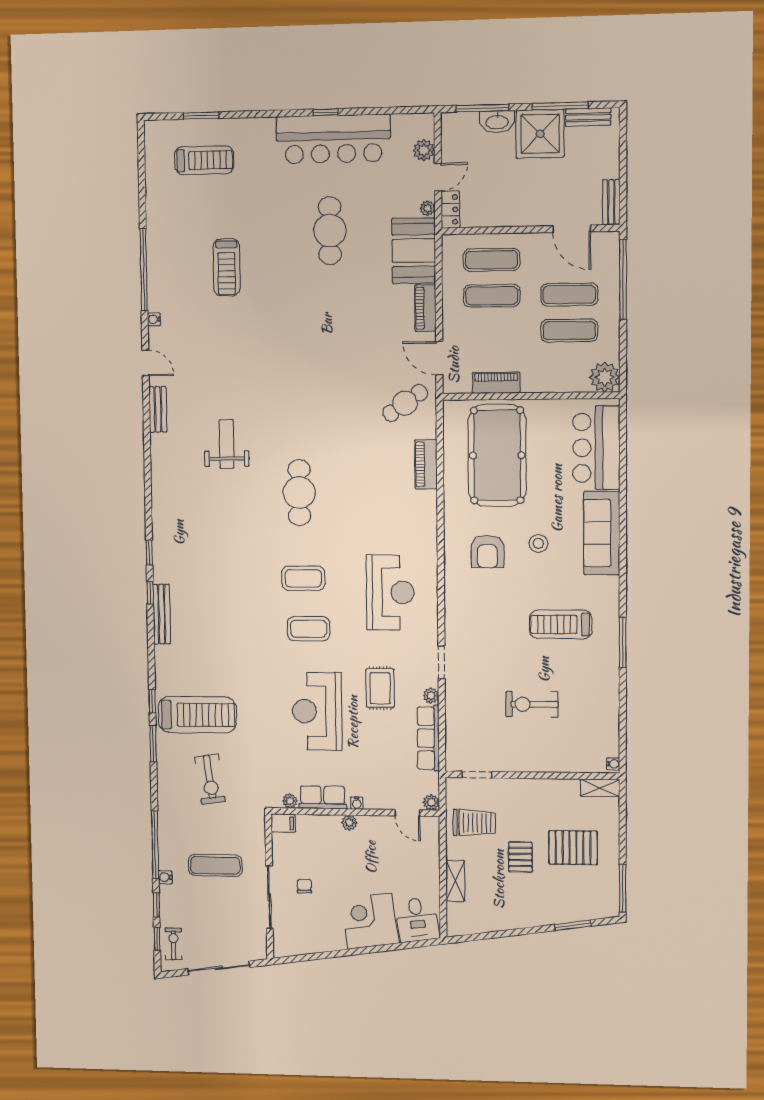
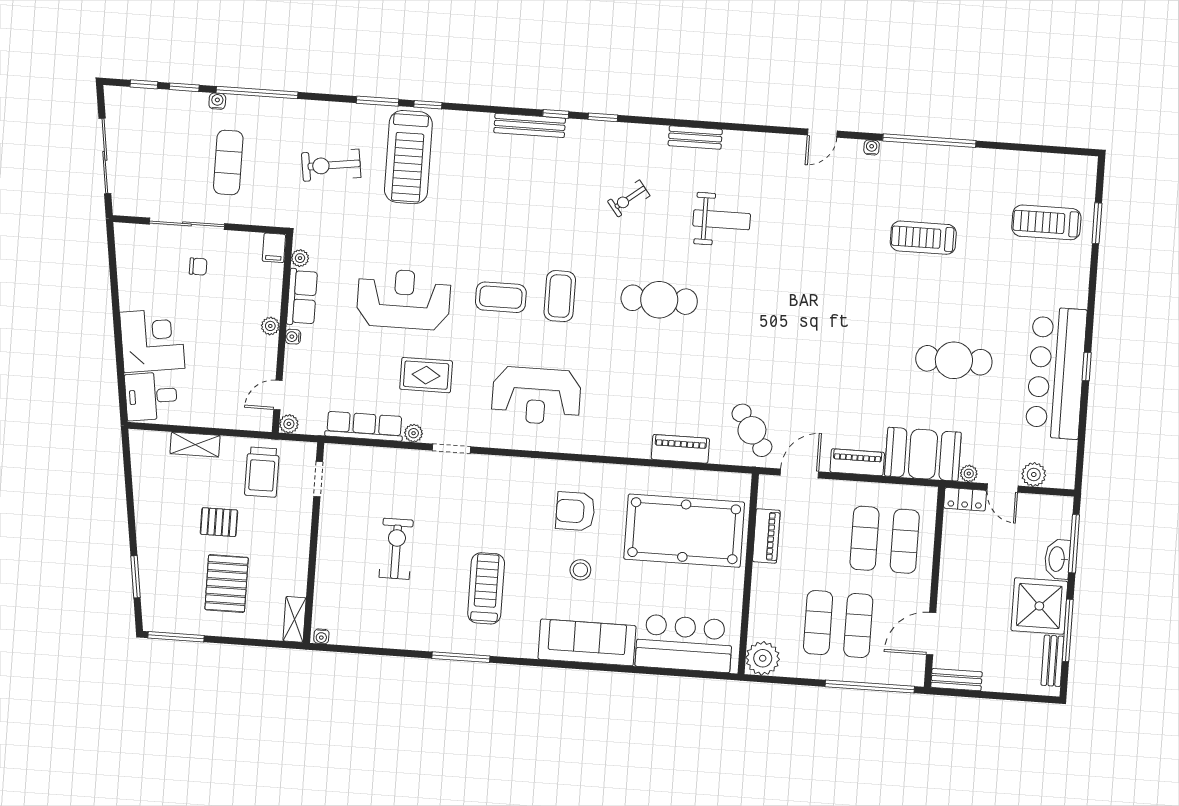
treadmill: (204, 160) -> (1046, 222), turned 90
bench: (158, 409) -> (695, 137), moved
coffee table: (309, 629) -> (501, 297), turned 90
exercise bike: (174, 944) -> (629, 199), moved, turned 142

